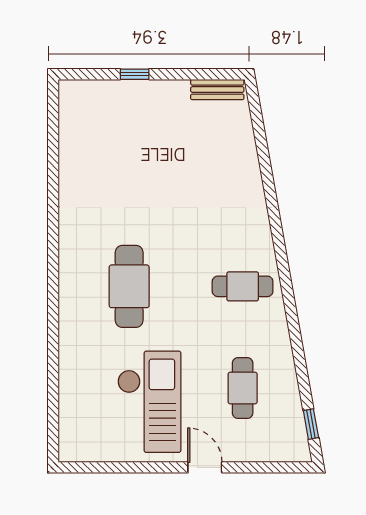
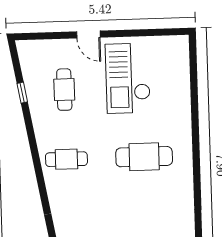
cafe table: (129, 286) -> (144, 157), turned 90
window: (311, 424) -> (22, 93), moved

